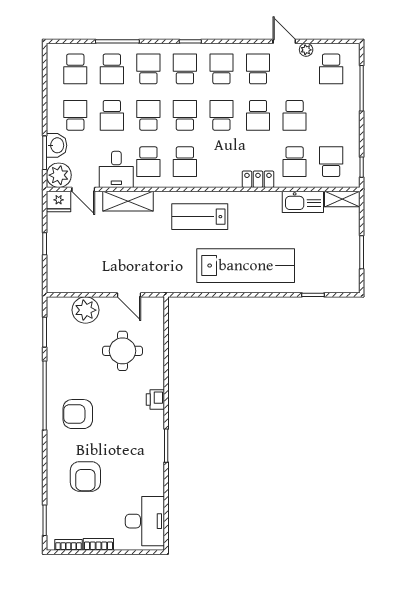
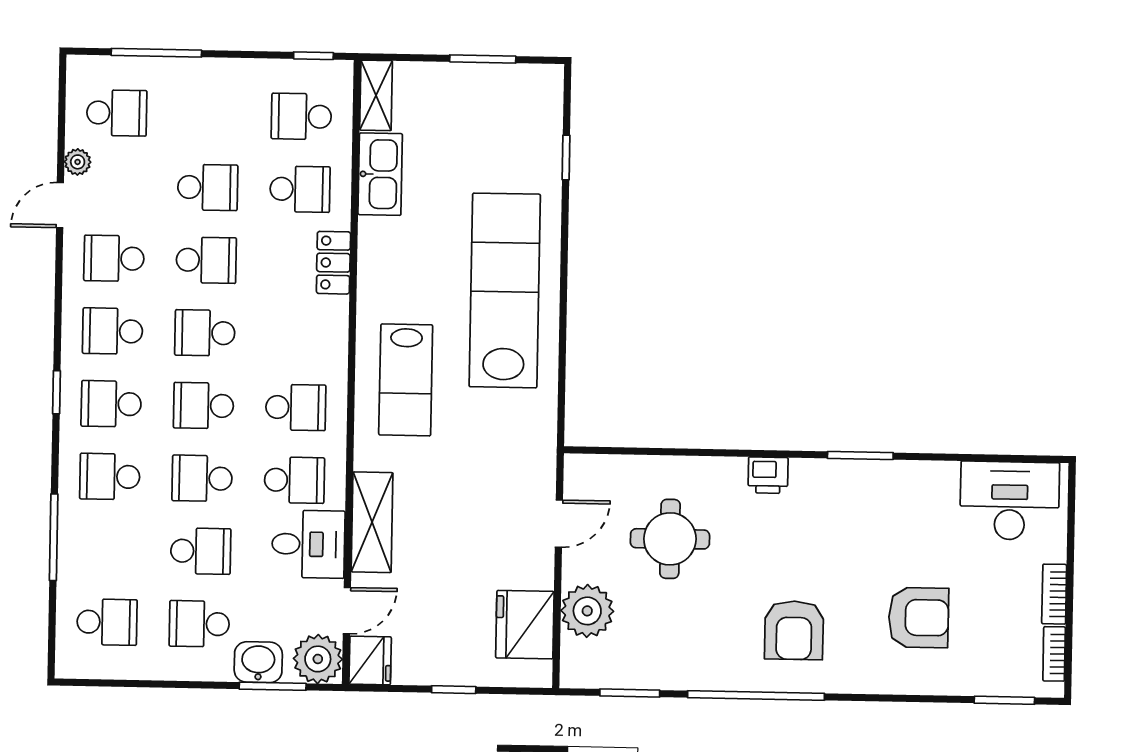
school desk: (112, 69) -> (108, 549), removed
fridge: (78, 279) -> (525, 625), added

